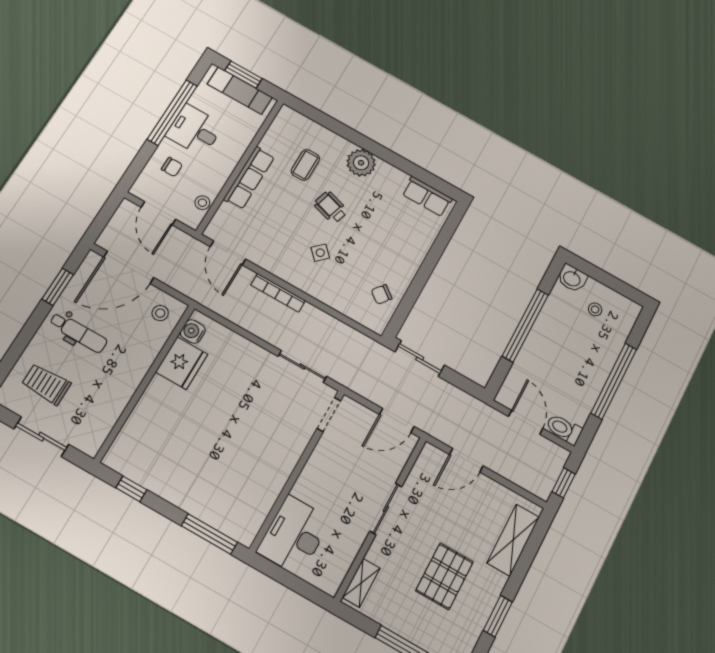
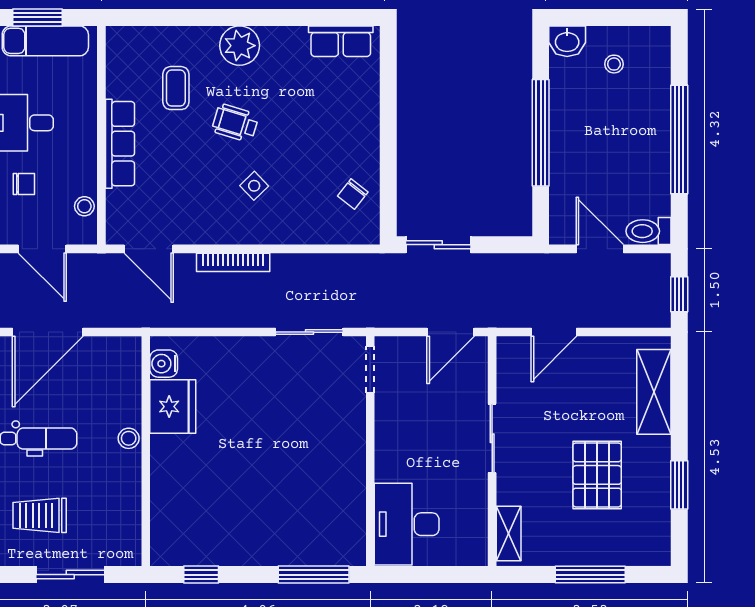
stool: (160, 313) -> (129, 438), moved

